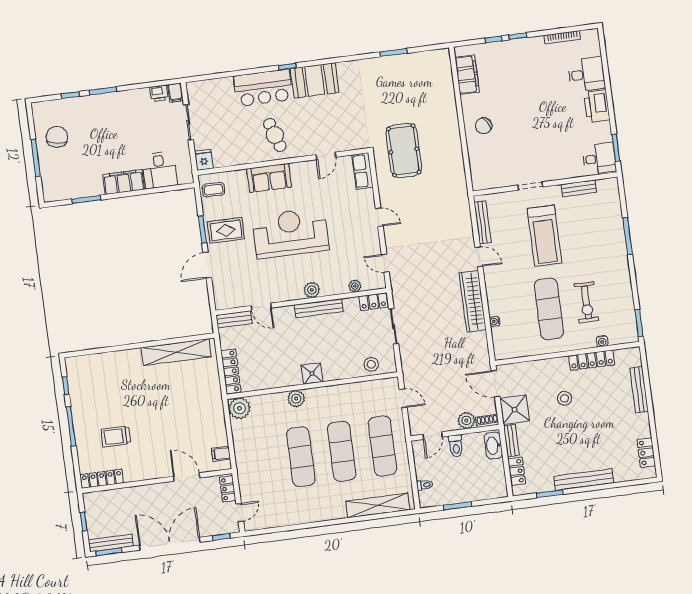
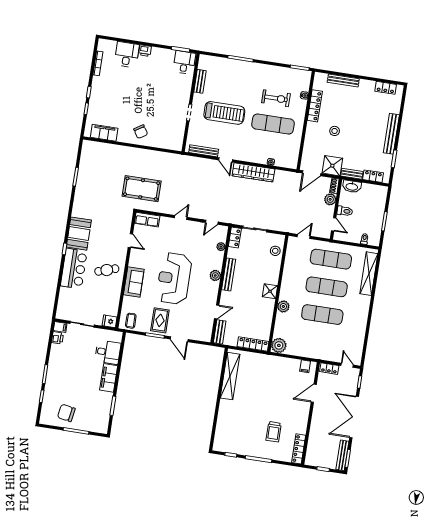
printer: (597, 106) -> (145, 51), width x0.53, depth x0.68
door: (479, 257) -> (226, 160), swing flipped

